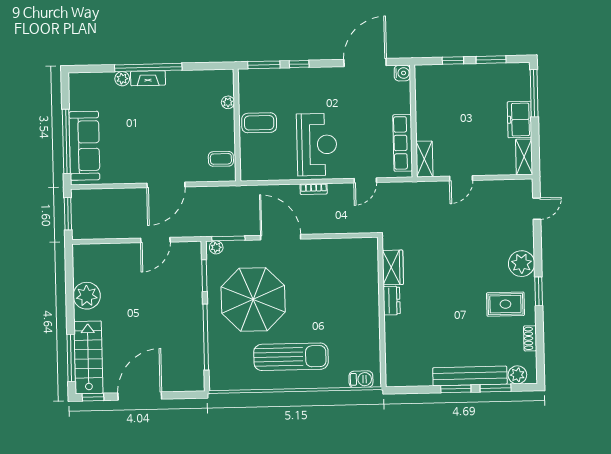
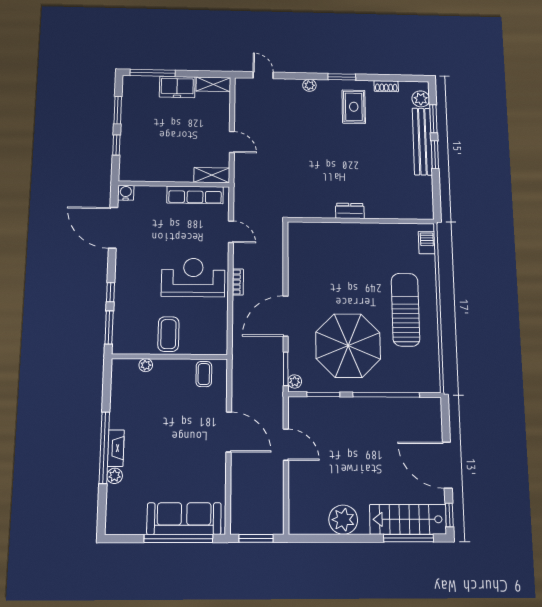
plant: (522, 264) -> (309, 85), width x0.53, depth x0.53
wardrobe: (393, 267) -> (317, 209), removed

